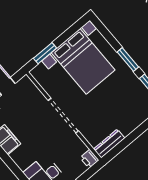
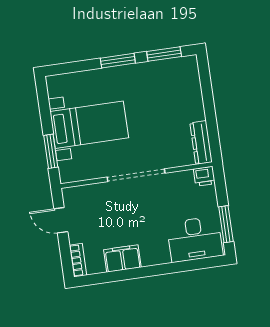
bed with nightstands: (83, 61) -> (89, 125), width x0.73

